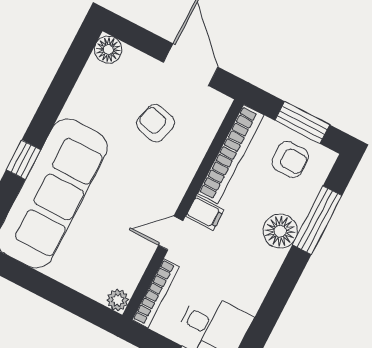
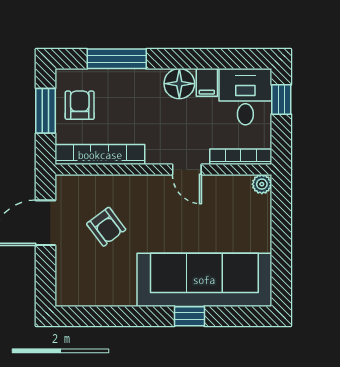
floor lamp: (108, 50) -> (67, 294), removed
armchair: (156, 123) -> (106, 227), turned -52
filing cabinet: (205, 213) -> (207, 82), moved, turned 180
floor lamp: (280, 231) -> (179, 84), moved

